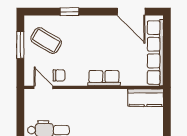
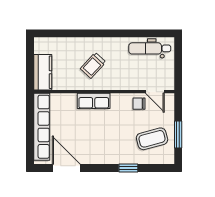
coffee table: (46, 41) -> (152, 139), turned -46
kitchen counter: (146, 98) -> (43, 72), moved, turned 90
trolley: (105, 113) -> (93, 65), added

